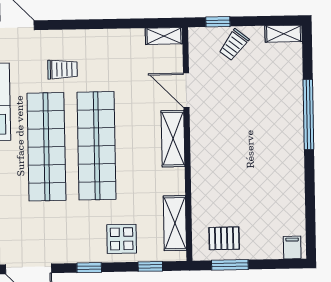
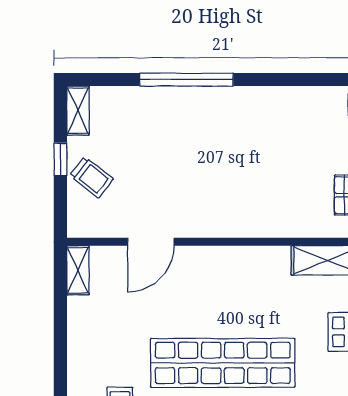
window: (218, 22) -> (60, 159), moved
shelving: (173, 139) -> (215, 261), removed

